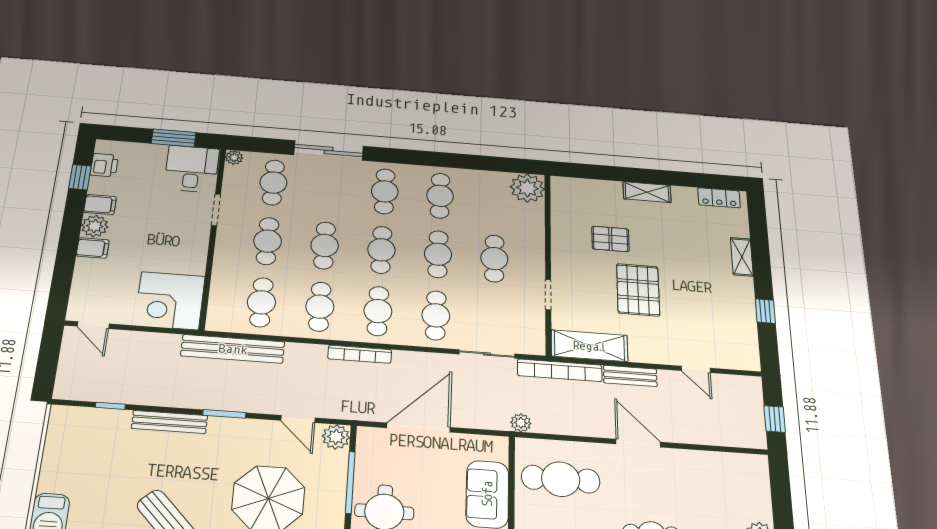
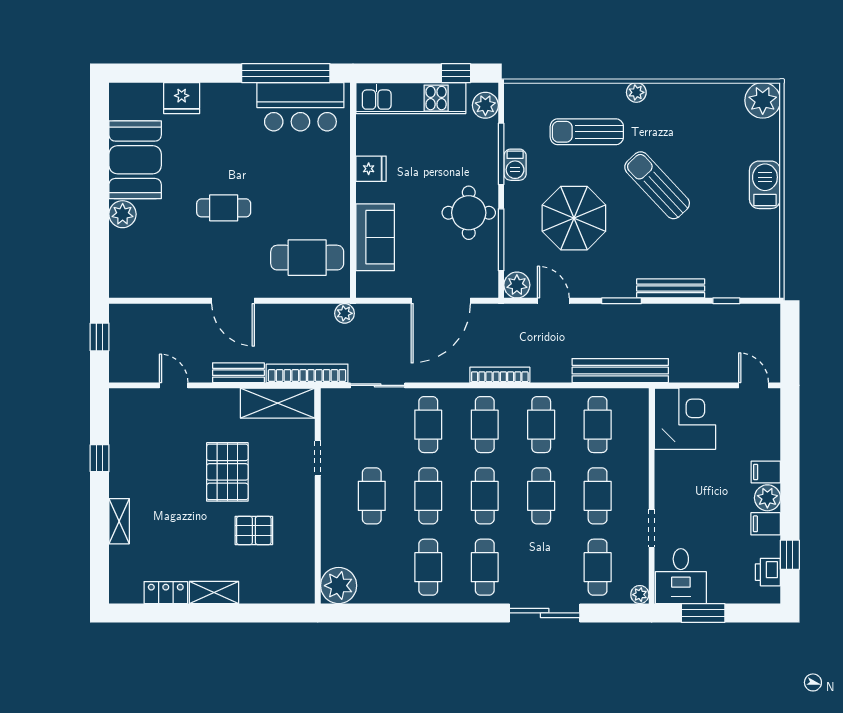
locker: (719, 198) -> (166, 593), moved

